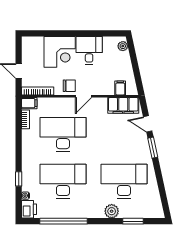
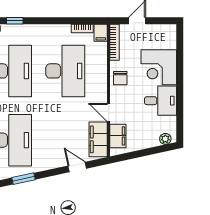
filing cabinet: (120, 88) -> (118, 136), width x2.00
door: (83, 96) -> (109, 112), moved
door: (148, 124) -> (77, 167), hinge flipped
window: (153, 148) -> (24, 179), moved

